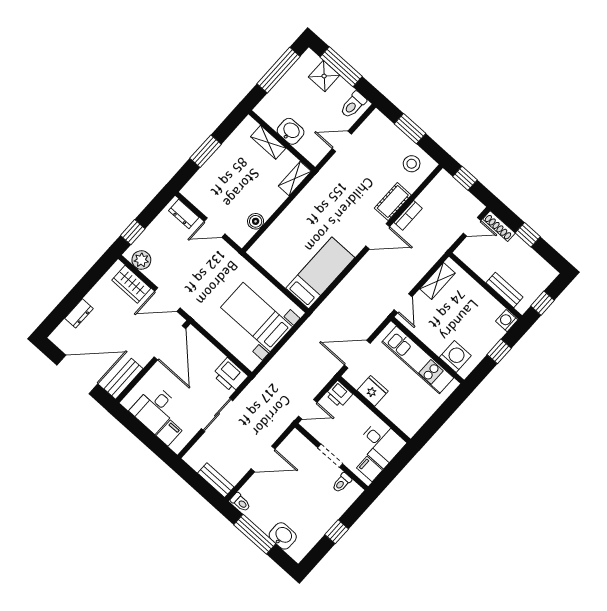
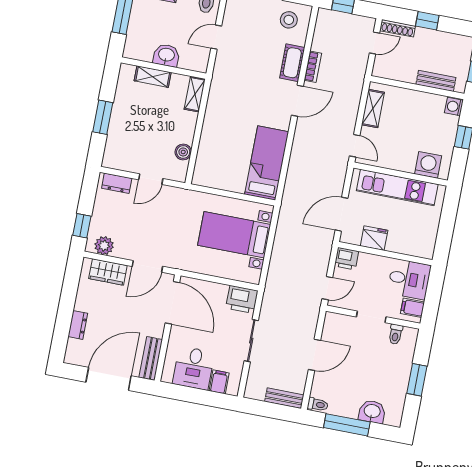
window: (337, 532) -> (417, 380), width x1.50

